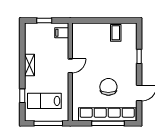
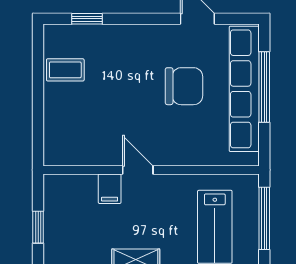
filing cabinet: (62, 33) -> (110, 189), moved
window: (139, 56) -> (87, 19), moved
chair: (108, 87) -> (184, 86), turned 180

